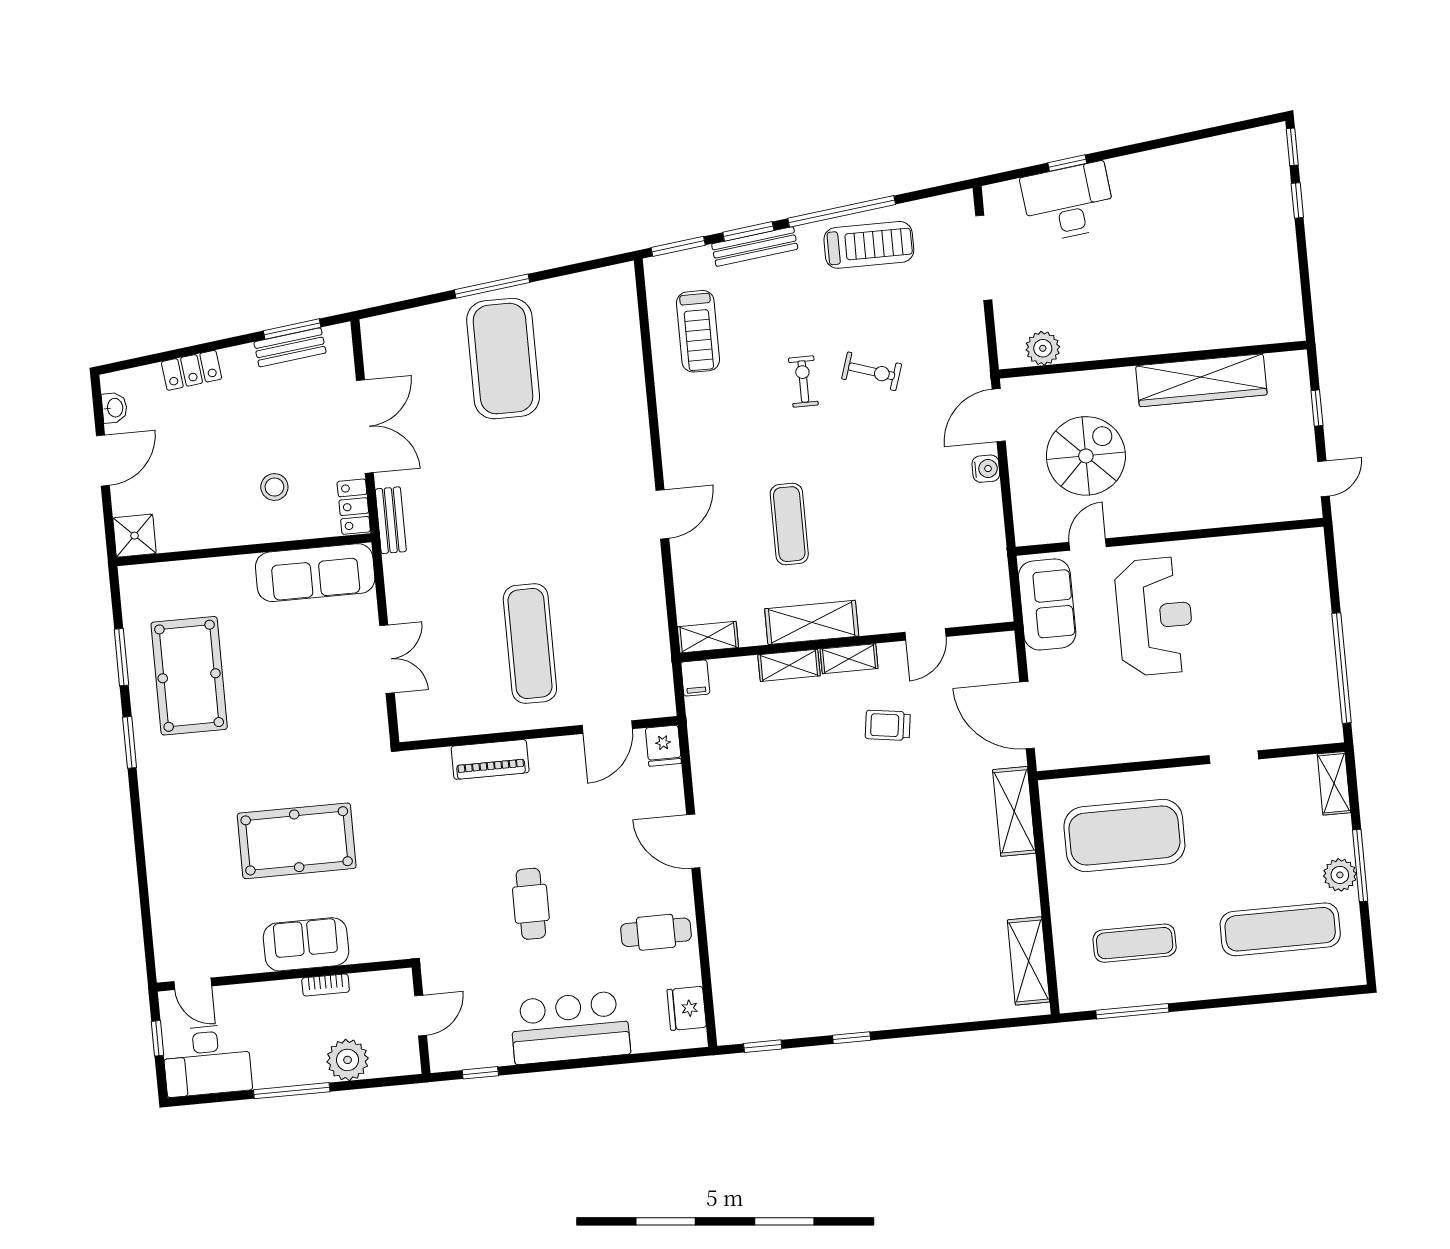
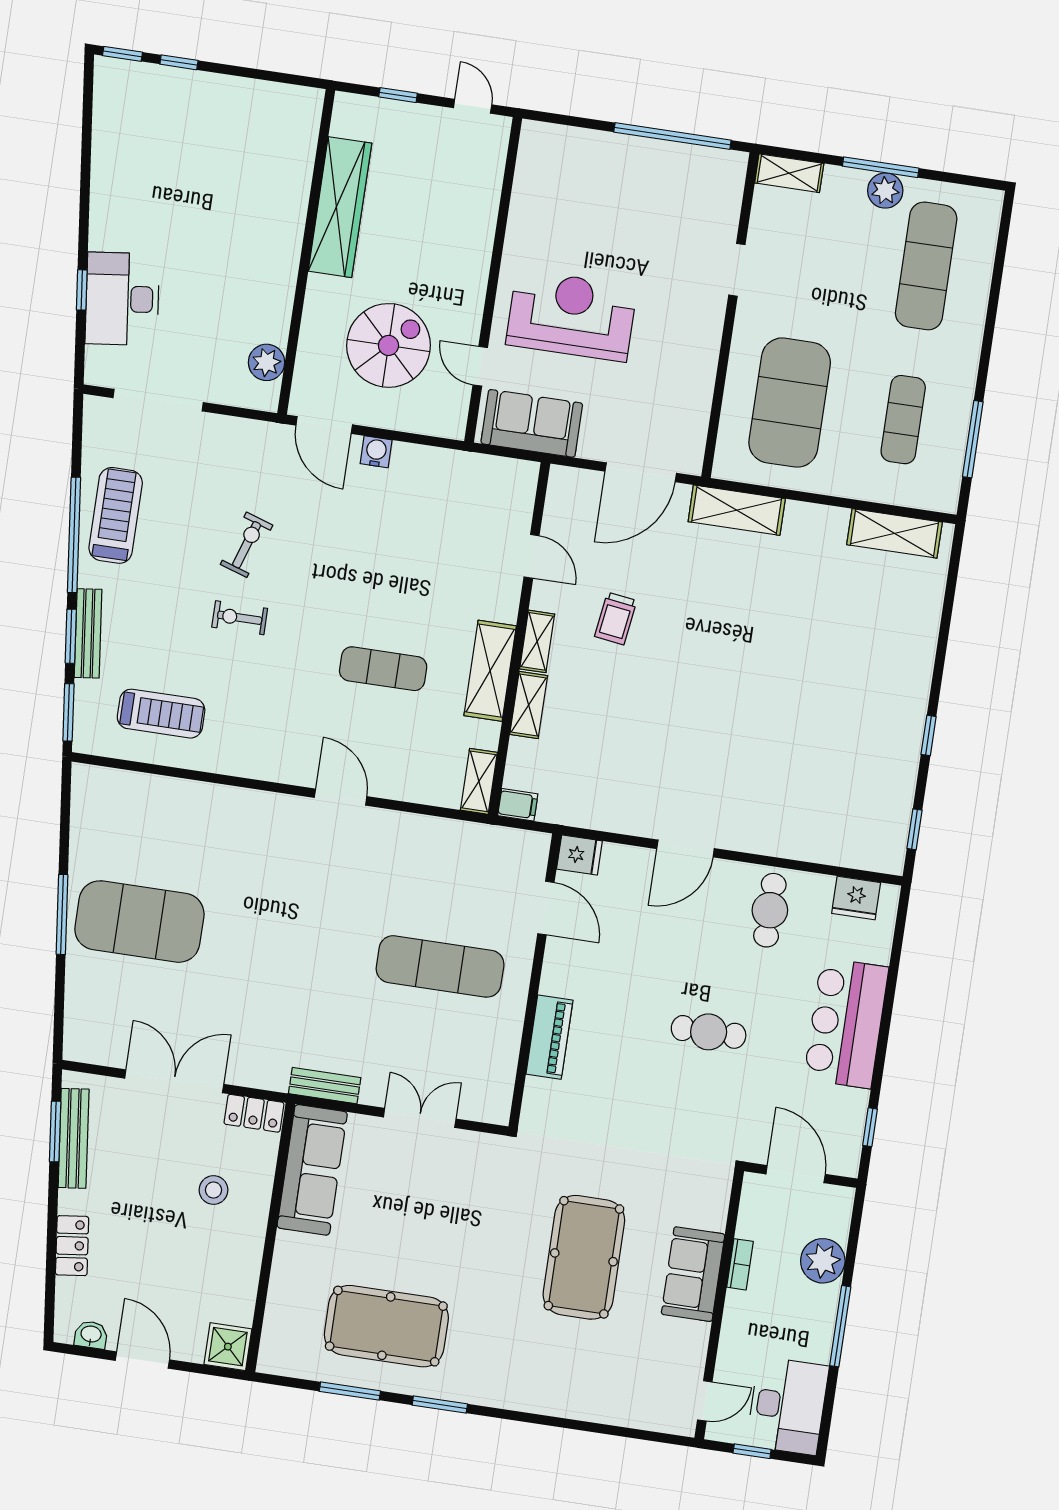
bench: (290, 347) -> (74, 1138), width x1.36
spiral stairs: (1086, 456) -> (388, 345), turned 90
bench: (391, 520) -> (325, 1086), moved
door: (421, 1015) -> (796, 1174), width x1.38

